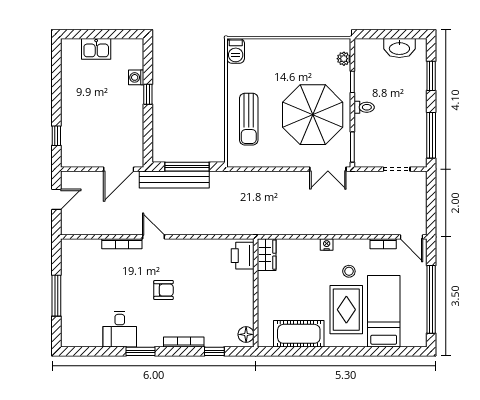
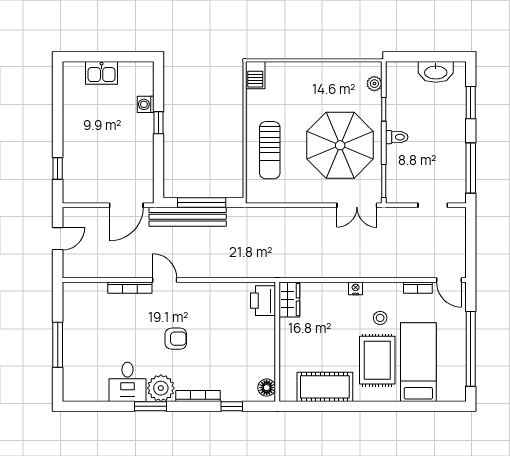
plant: (150, 335) -> (161, 388), added

